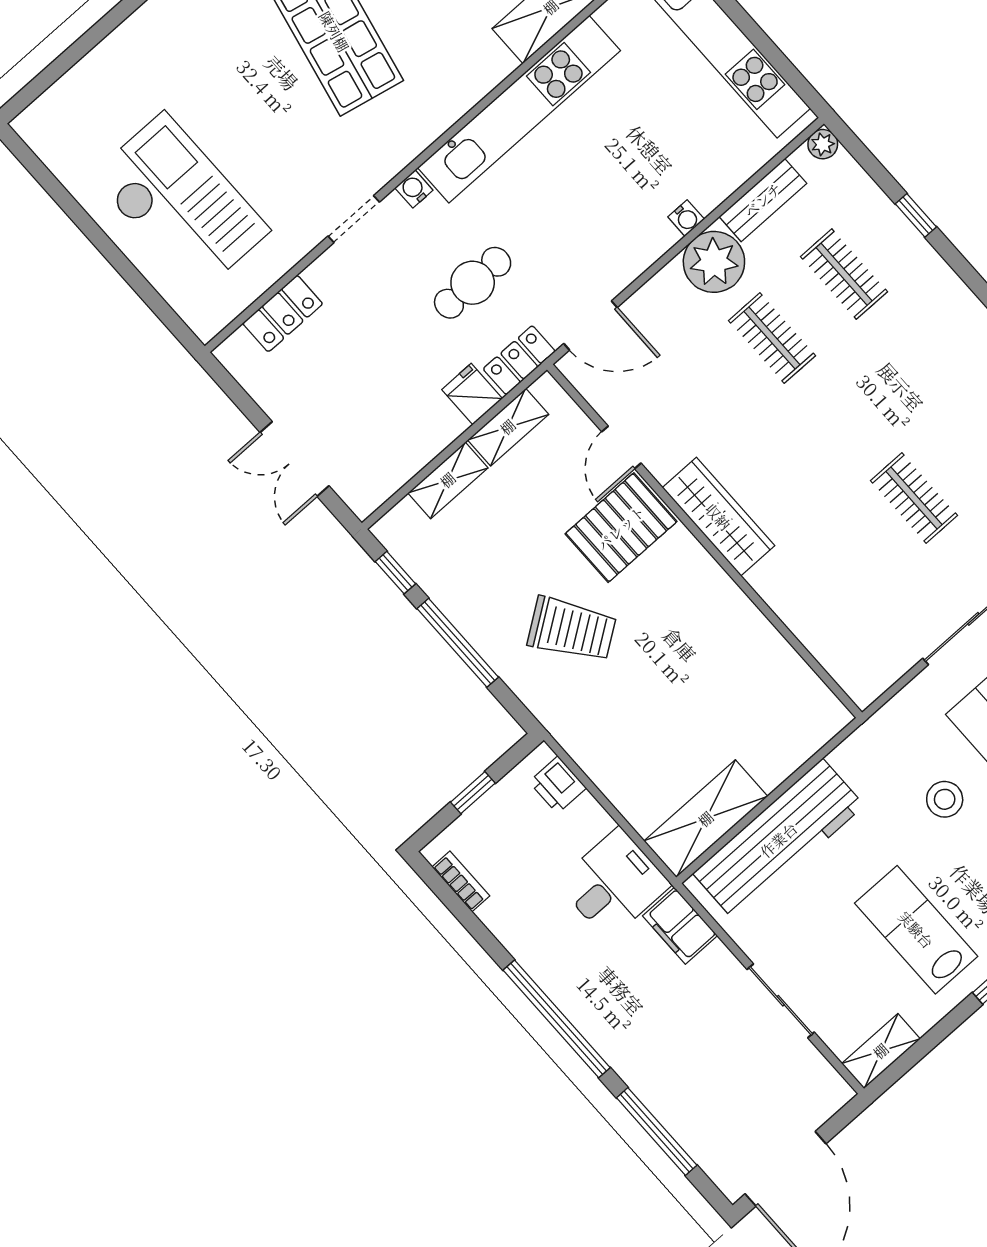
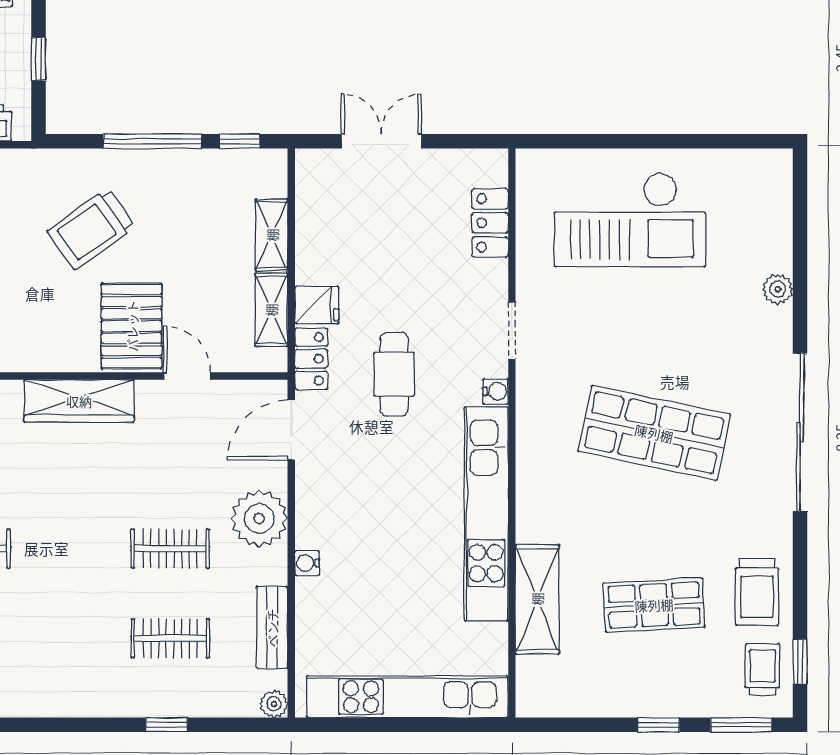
plant: (131, 35) -> (778, 289), added
plant: (714, 262) -> (259, 518), moved

